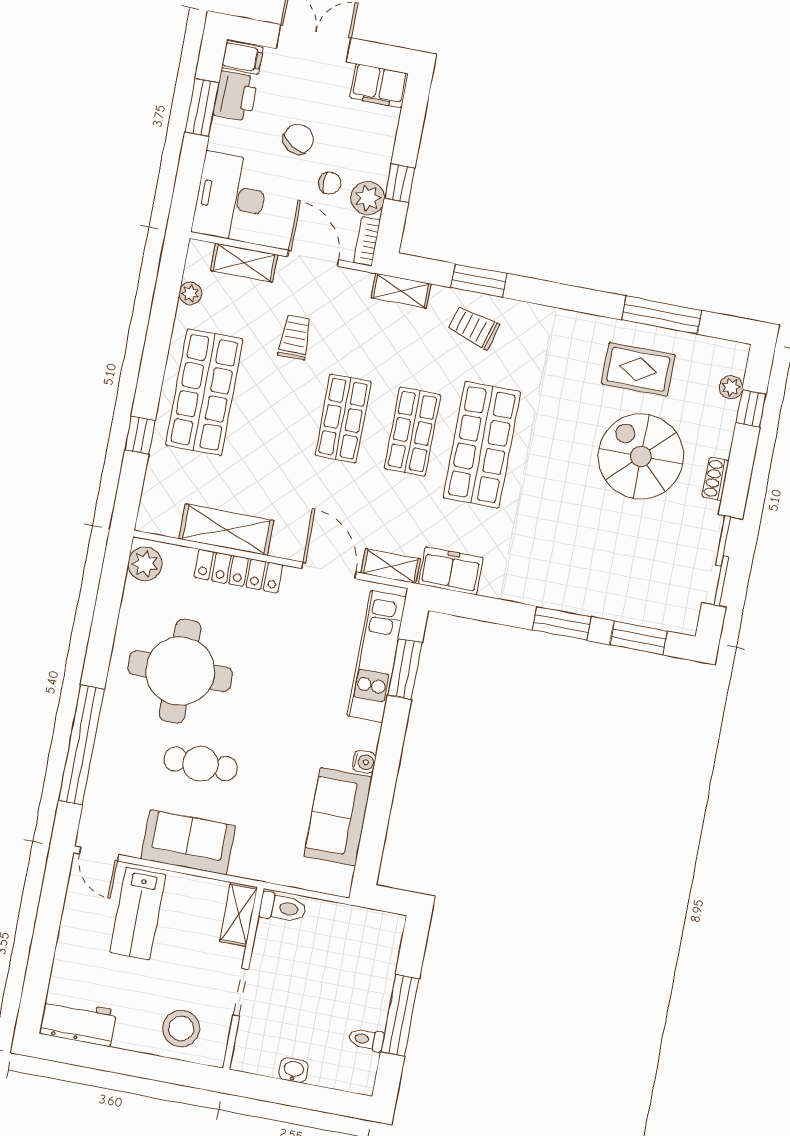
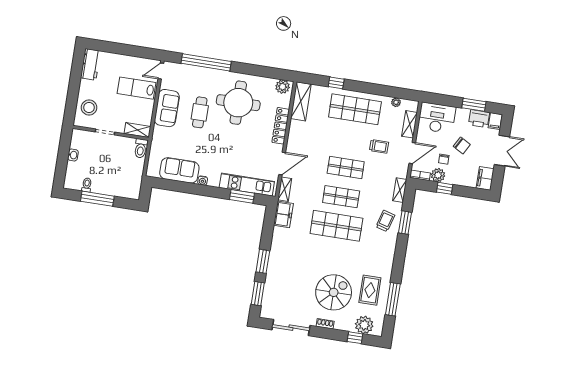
plant: (731, 387) -> (364, 325), width x1.87, depth x1.87
shelving: (226, 530) -> (301, 101), moved

